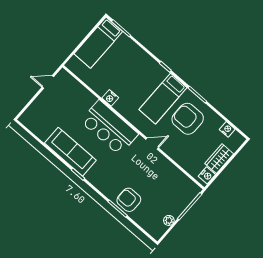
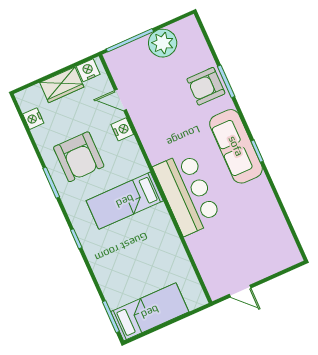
nightstand: (110, 98) -> (122, 129), moved
bed: (163, 99) -> (125, 201), moved, turned 180
door: (152, 144) -> (120, 100), moved
sofa: (70, 152) -> (236, 146), moved
armchair: (129, 200) -> (206, 86), turned 90
plant: (169, 220) -> (163, 43), width x1.88, depth x1.88

